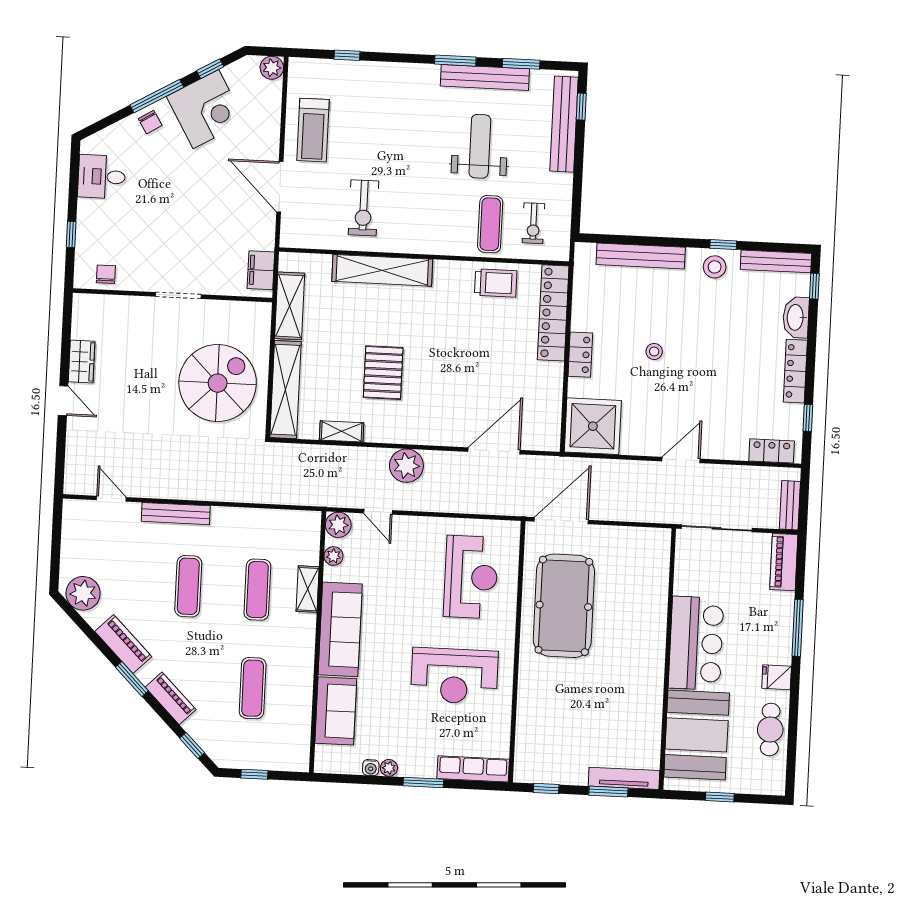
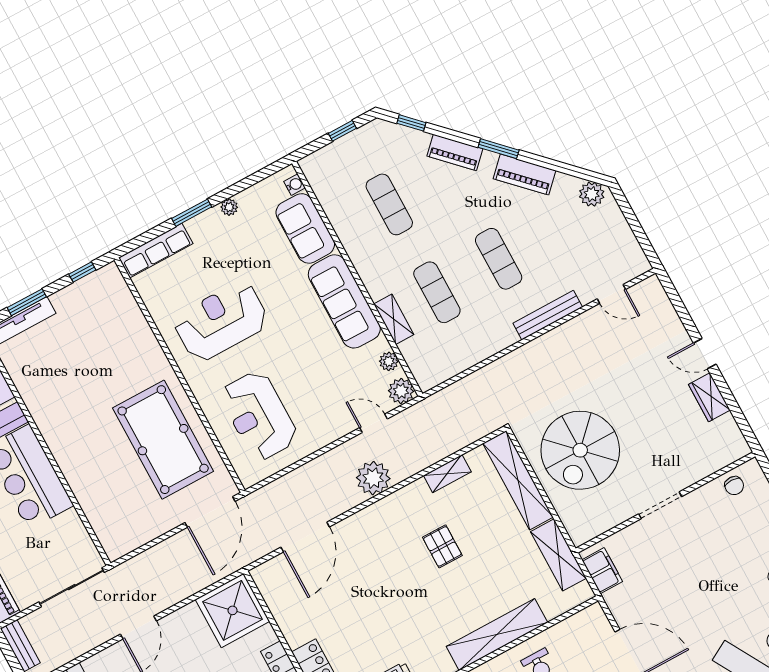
pallet: (383, 373) -> (442, 546), width x0.67, depth x0.71
plant: (83, 593) -> (592, 194), width x0.73, depth x0.73
water cooler: (371, 768) -> (295, 185), moved, turned 90

